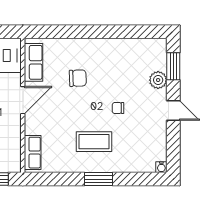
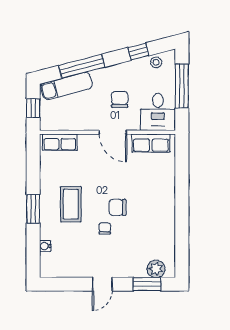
chair: (78, 78) -> (117, 207), moved, turned 92
plant: (158, 80) -> (156, 269), moved
water cooler: (161, 167) -> (45, 246), moved

